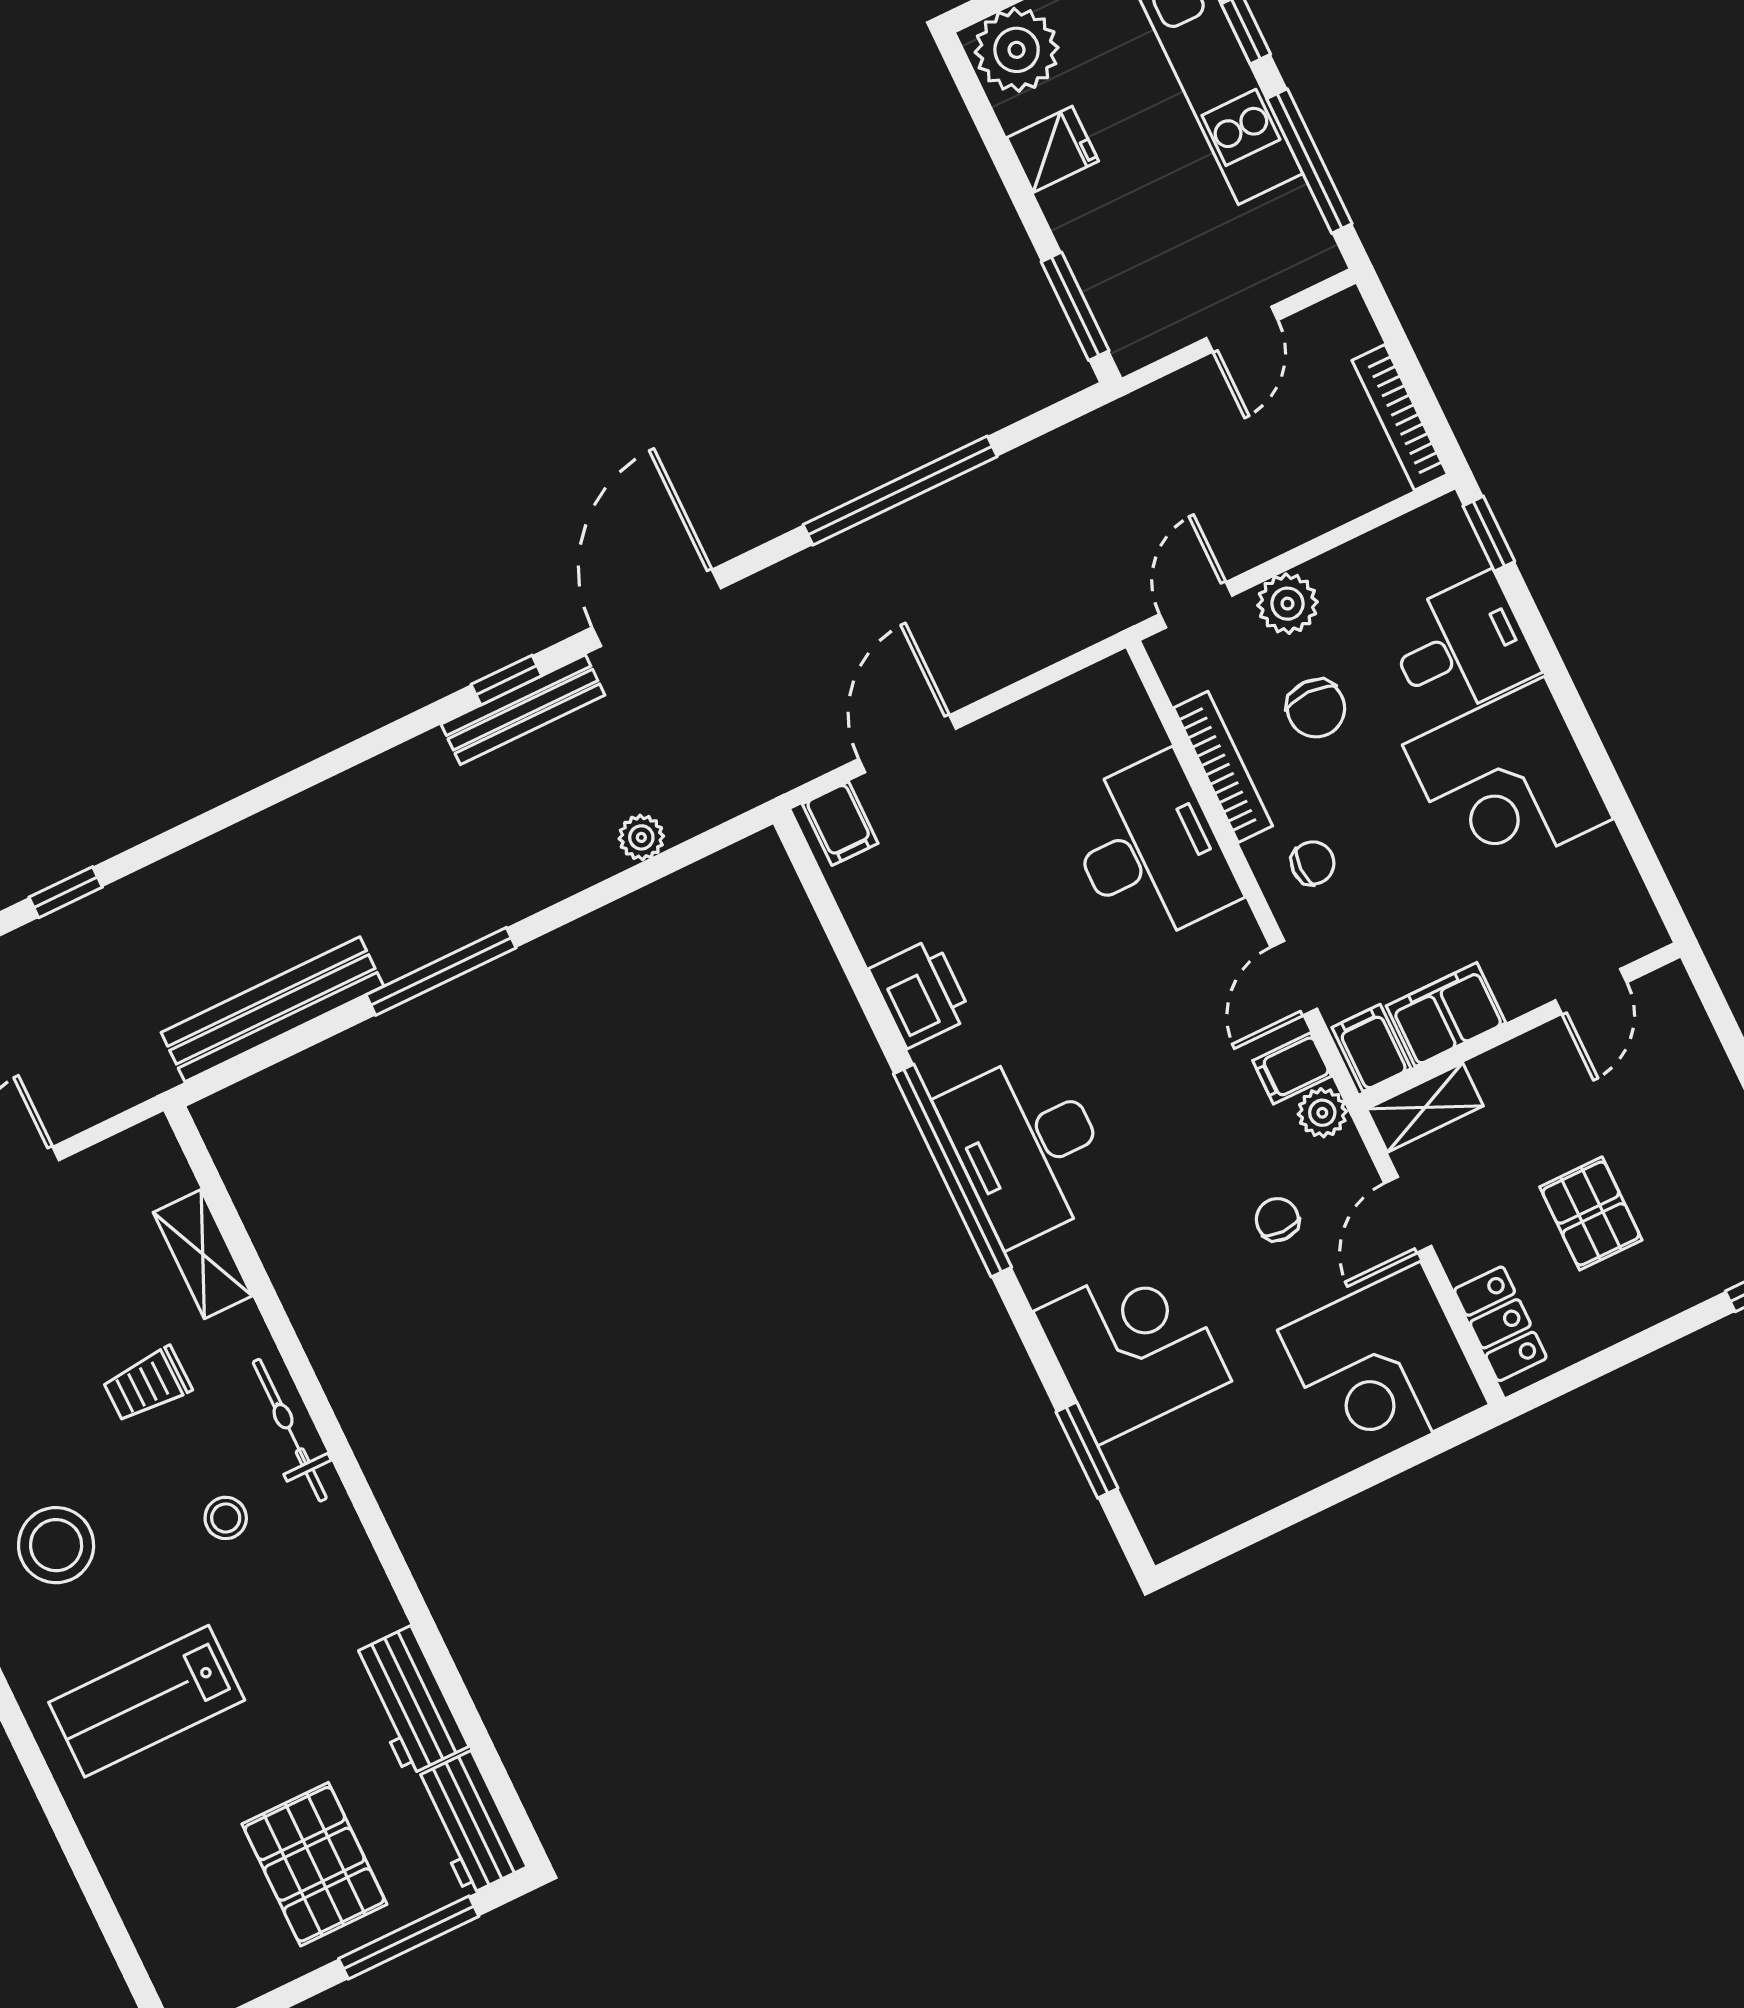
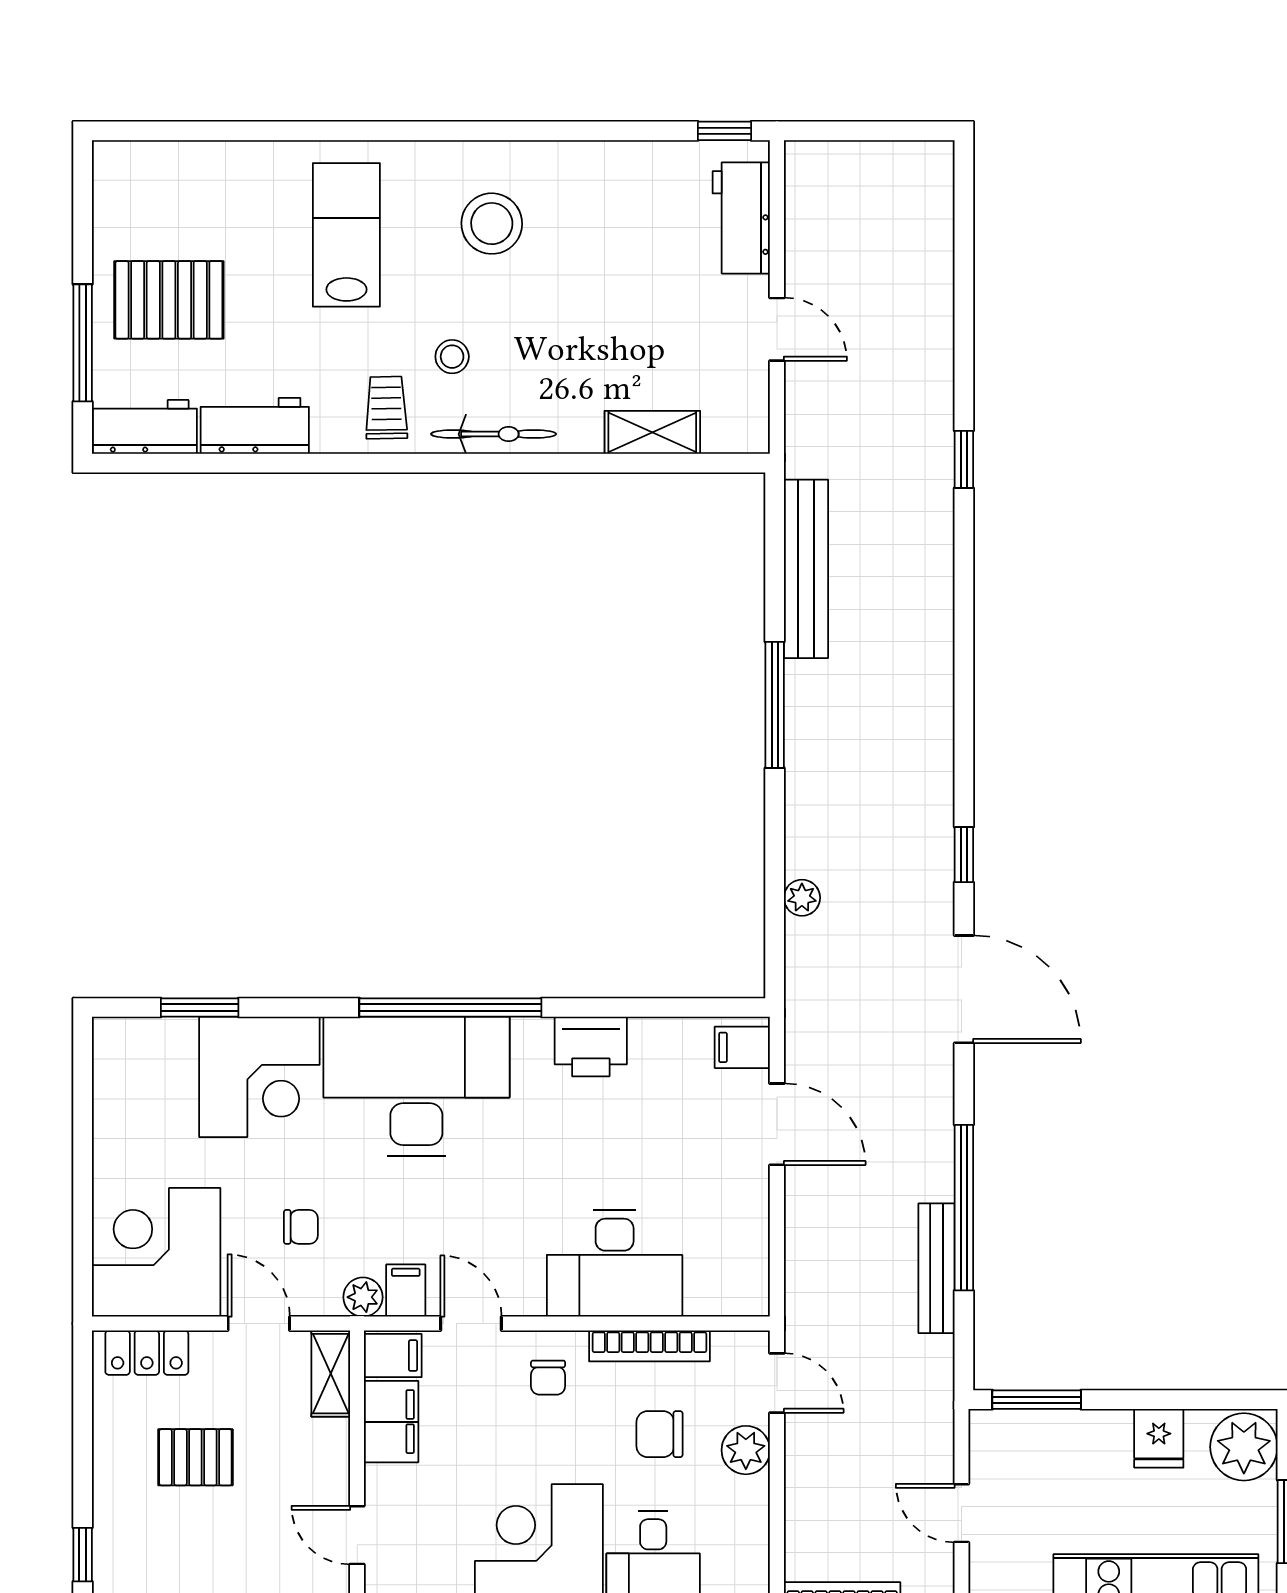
bench: (523, 710) -> (936, 1268), moved
desk: (1027, 1147) -> (416, 1086), width x1.36, depth x1.30
trolley: (147, 1385) -> (386, 408), moved

